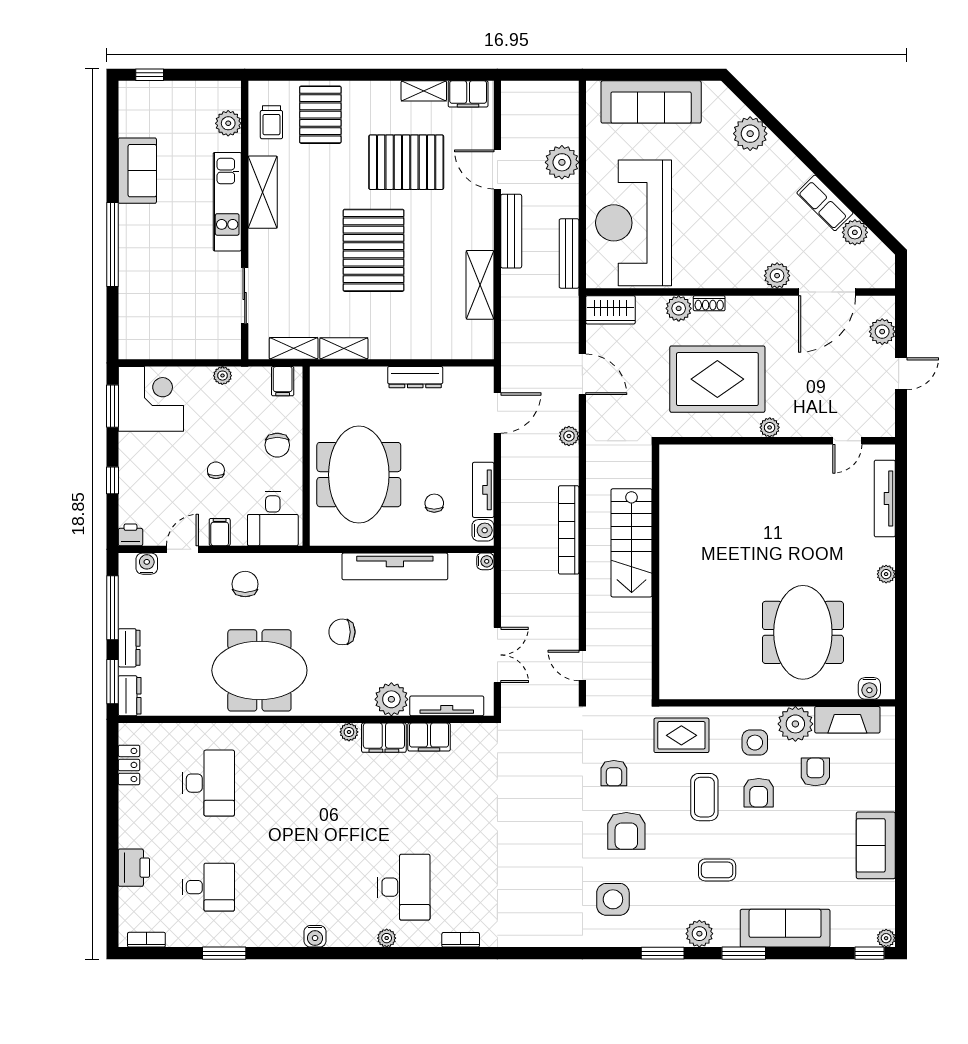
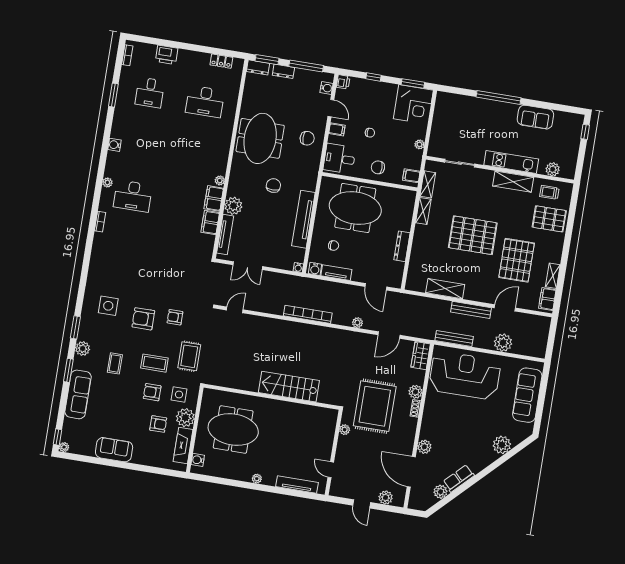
stairs: (632, 543) -> (289, 387), moved
wall: (656, 572) -> (271, 397), moved

